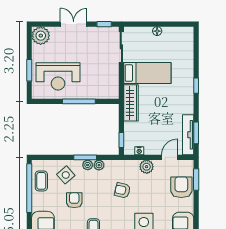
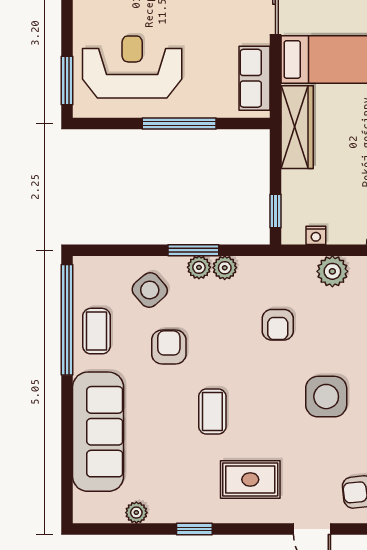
window: (29, 70) -> (67, 81), moved
reception desk: (58, 76) -> (132, 67), turned 180
row of seats: (112, 81) -> (254, 78), added
coffee table: (41, 181) -> (96, 331), moved
armchair: (122, 190) -> (278, 325), turned -103

